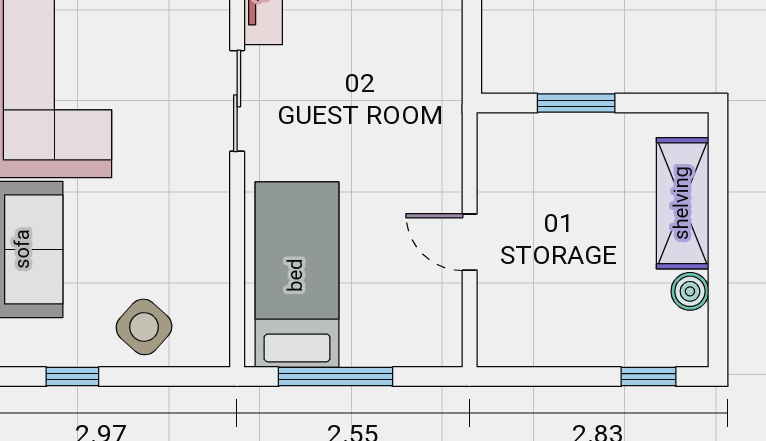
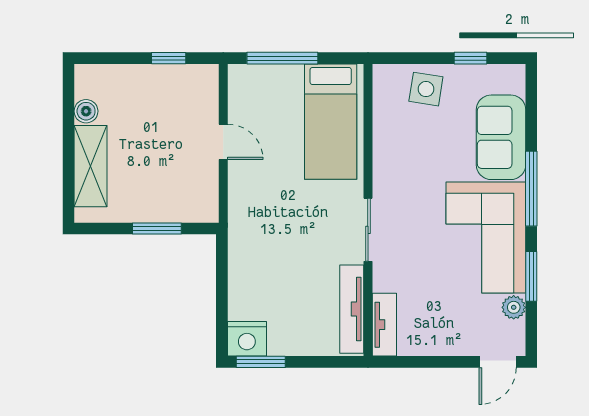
side table: (144, 327) -> (426, 89), turned -33
window: (336, 377) -> (282, 58), moved
window: (648, 377) -> (169, 58), moved

